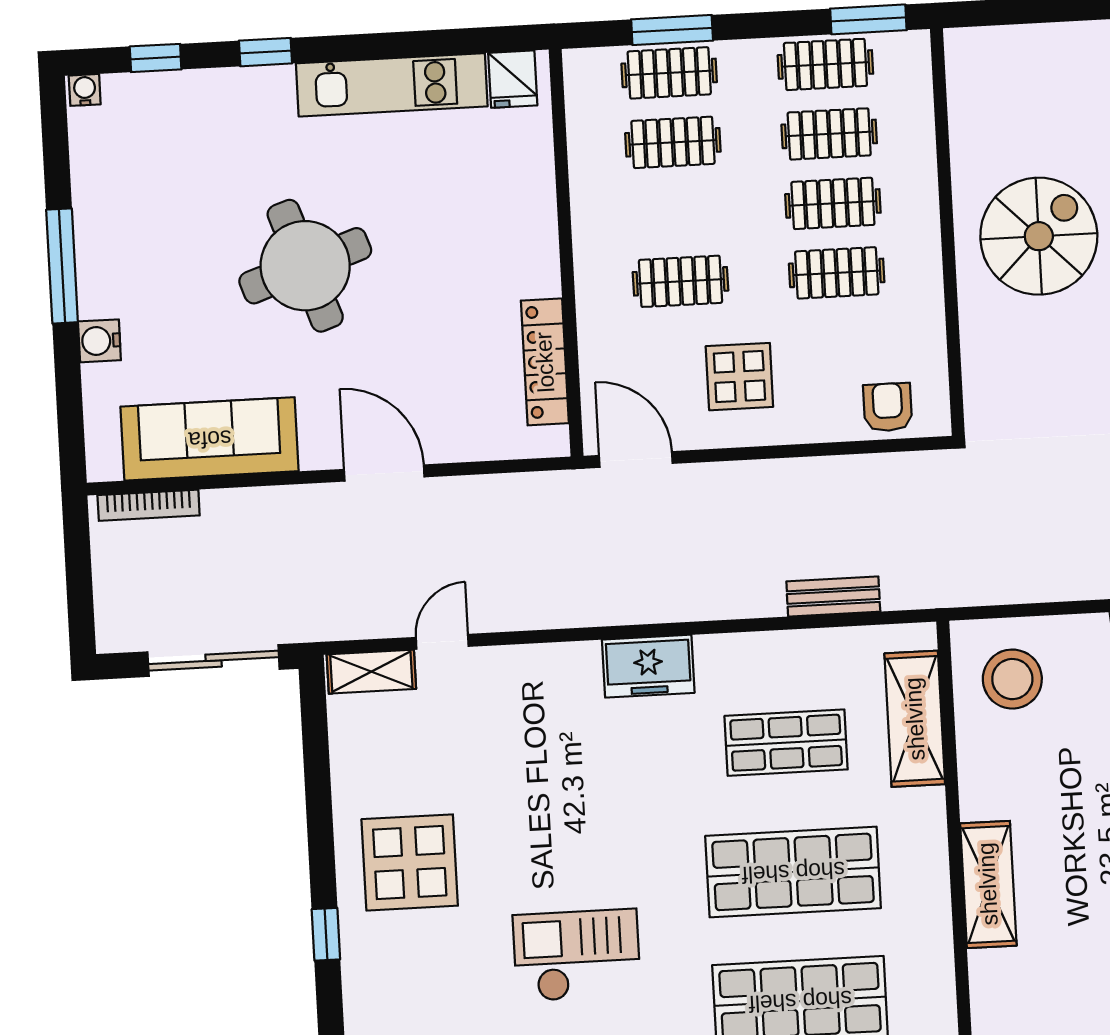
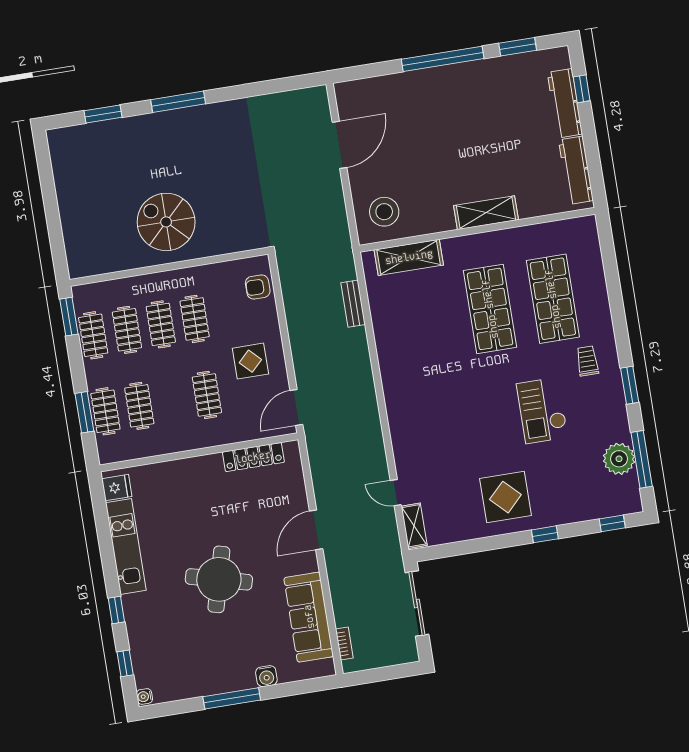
round table: (305, 266) -> (219, 579), turned 34
bookcase: (149, 505) -> (344, 644), width x0.64
freezer: (648, 666) -> (397, 391), removed
shop shelf: (786, 743) -> (427, 319), removed

